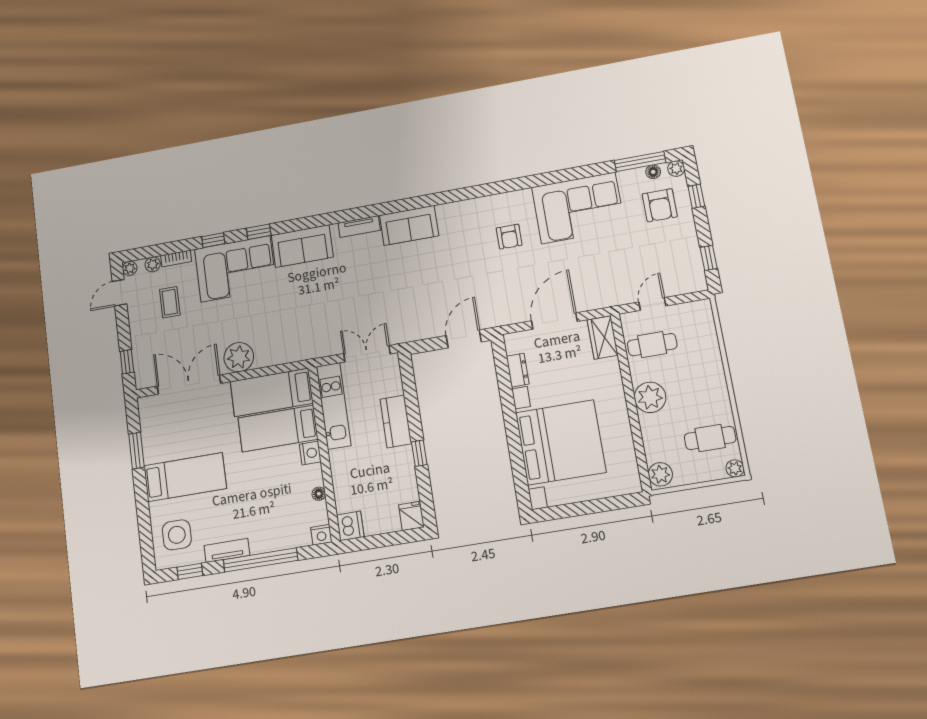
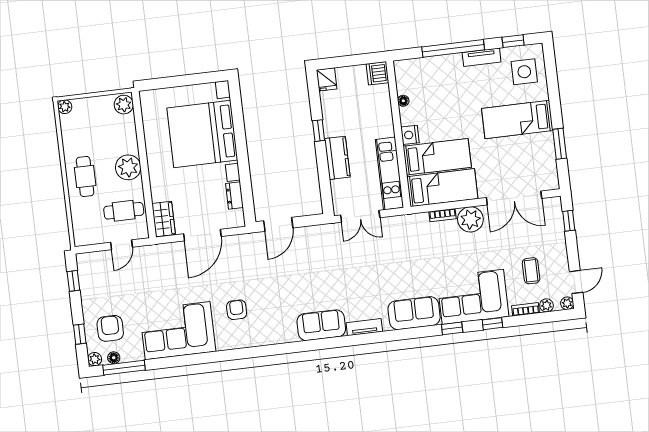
bookcase: (271, 360) -> (443, 215), added
cafe table: (710, 438) -> (85, 176), moved, turned 90
nightstand: (321, 535) -> (402, 67), removed

